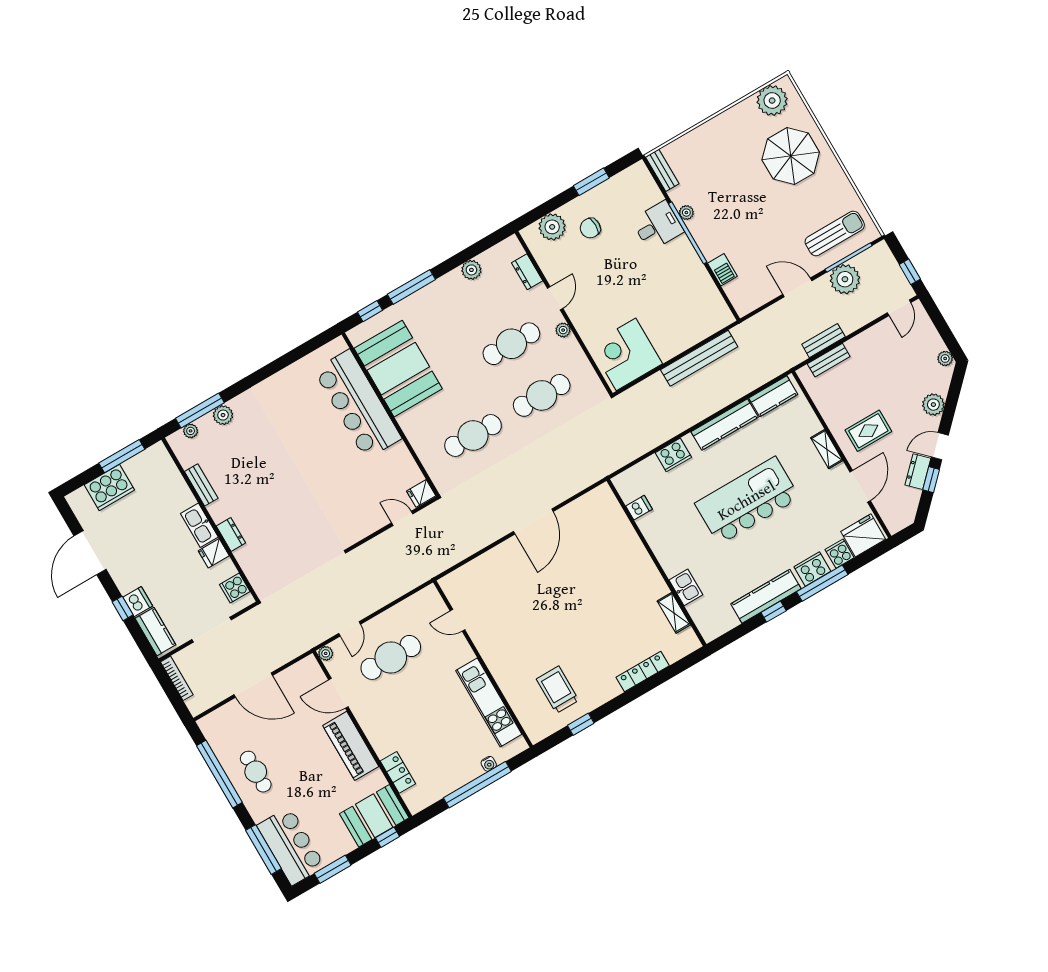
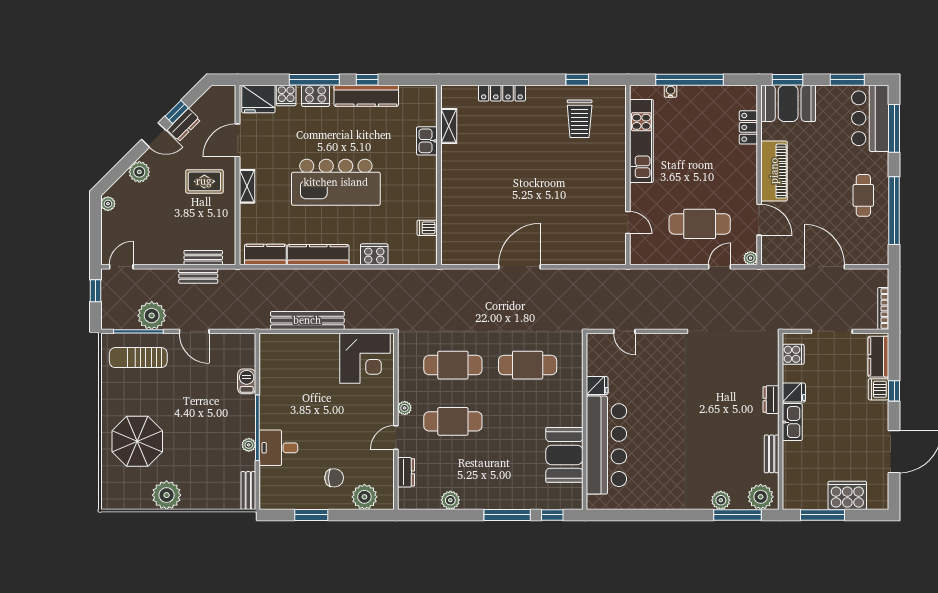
plant: (772, 101) -> (167, 495), moved
booth: (398, 369) -> (564, 455), width x0.73, depth x0.70
plant: (191, 431) -> (761, 497), width x1.88, depth x1.88
fridge: (421, 493) -> (597, 386), moved
window: (388, 837) -> (787, 80), width x1.50

